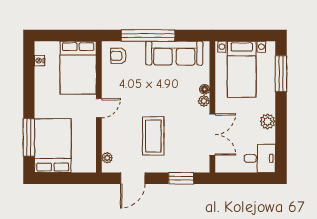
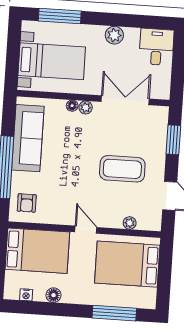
floor lamp: (41, 84) -> (54, 295), added
bed: (53, 146) -> (127, 264), moved
plant: (107, 158) -> (130, 223), moved

